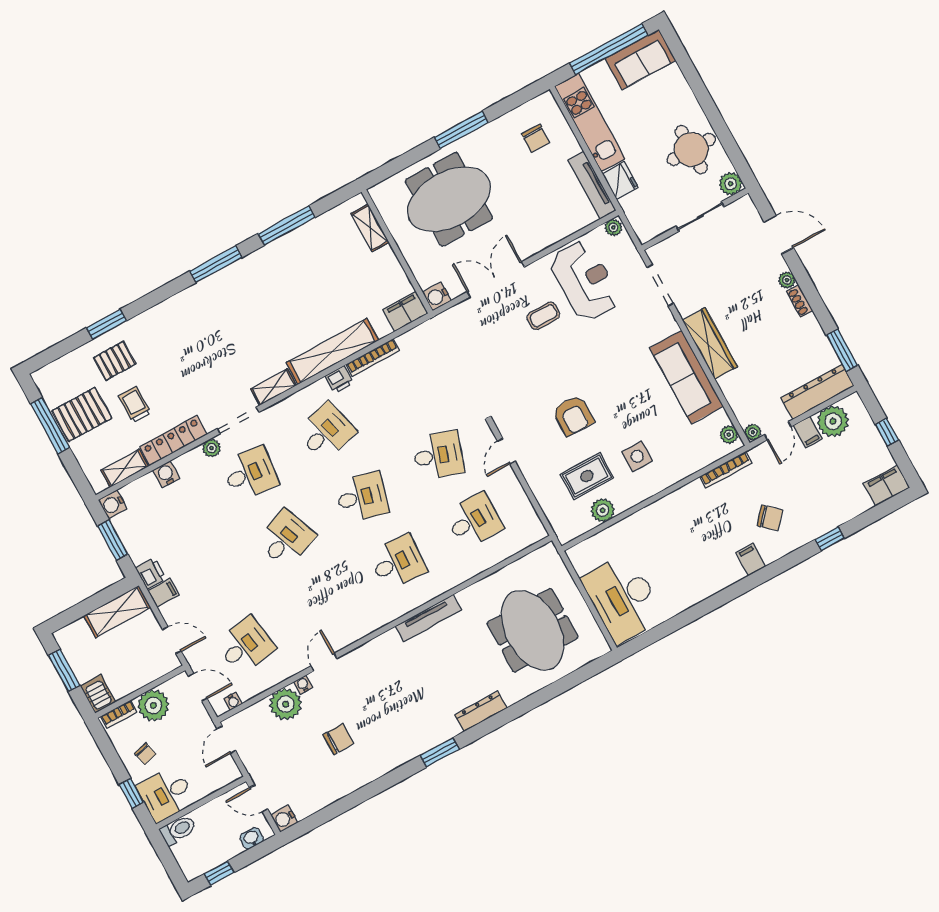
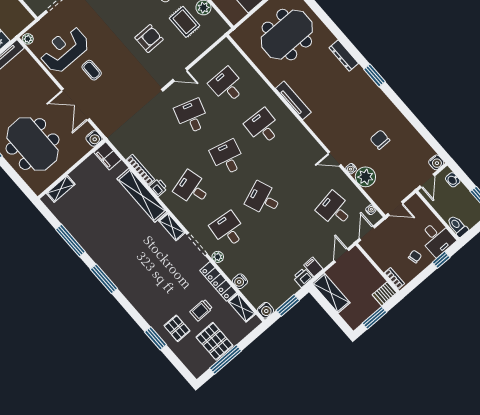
plant: (153, 705) -> (384, 258), removed

